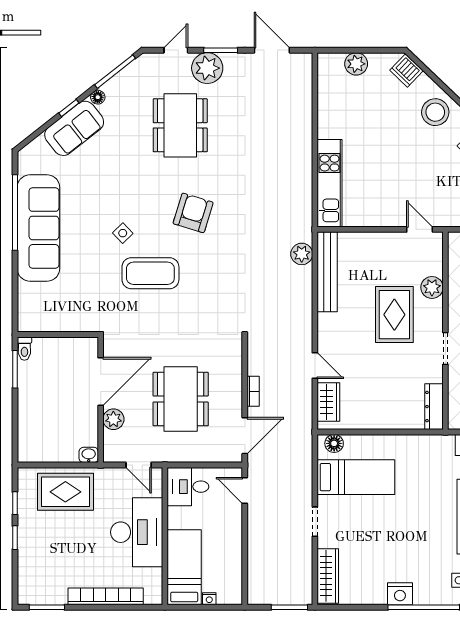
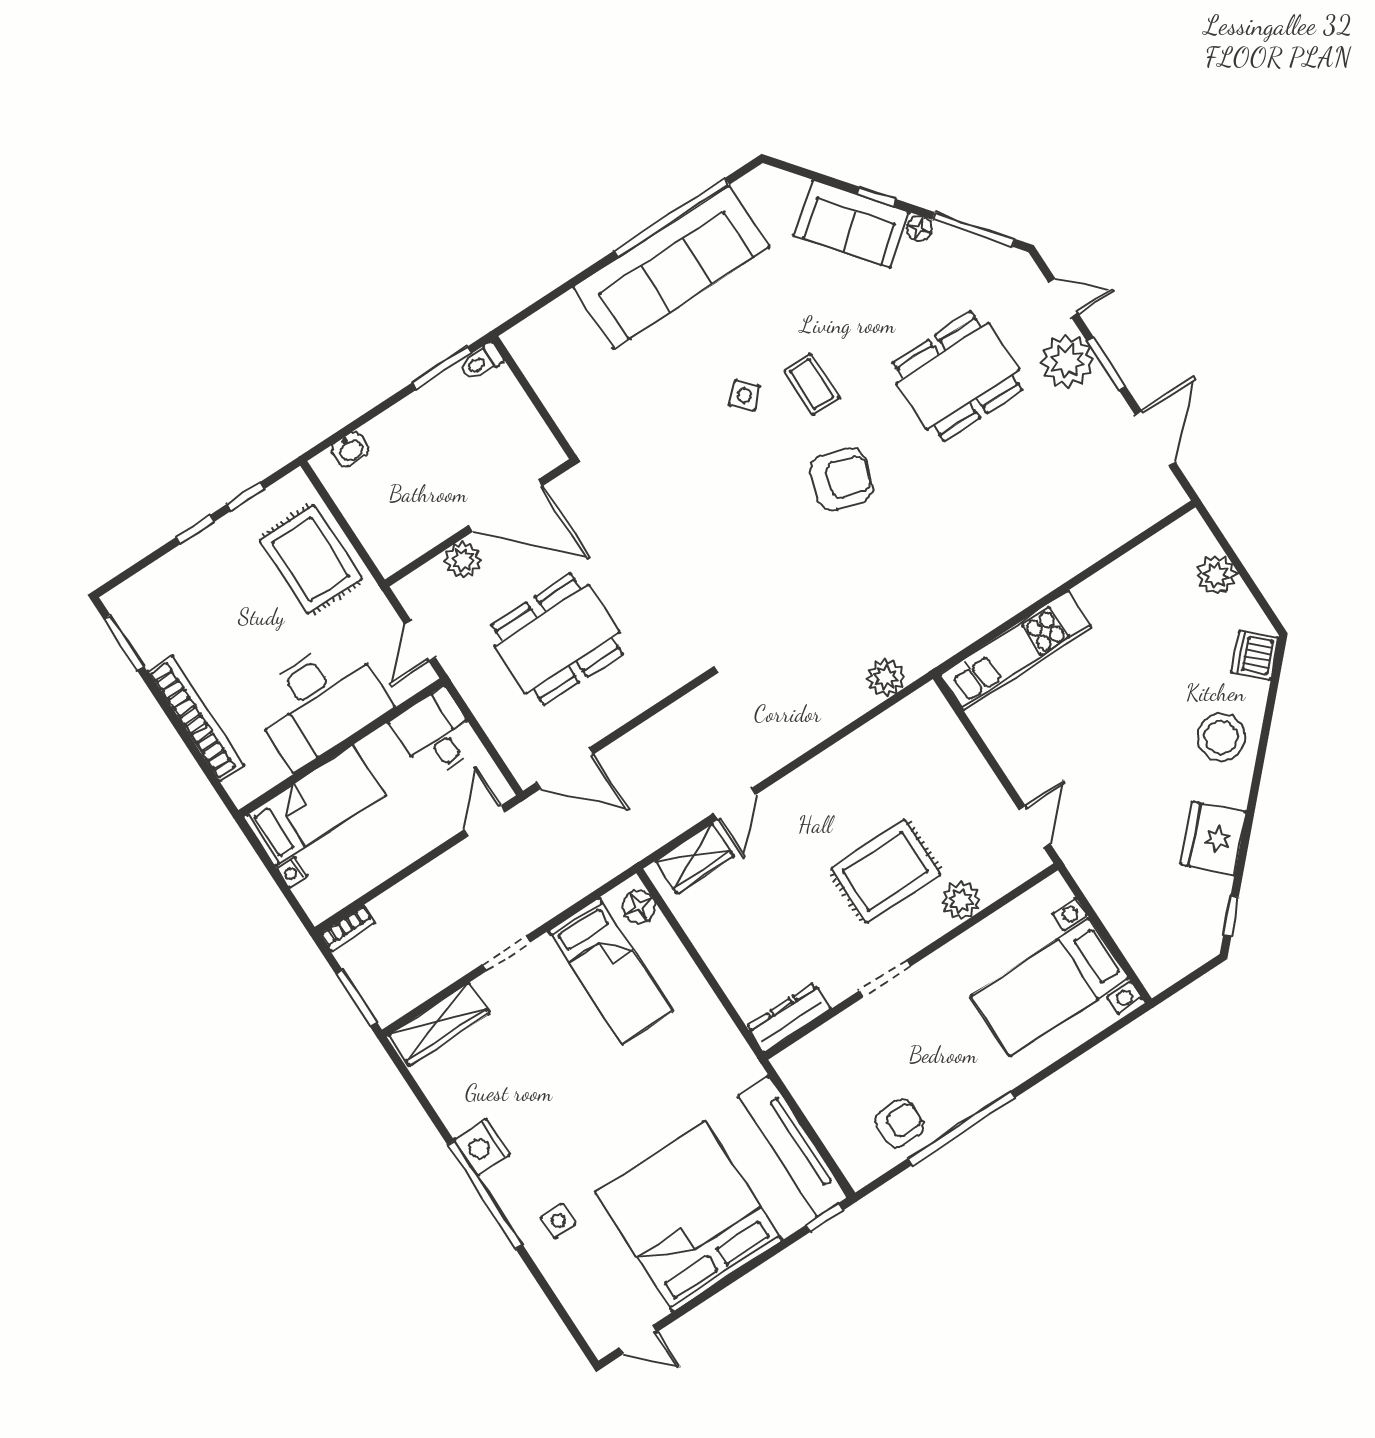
bench: (327, 272) -> (884, 732), removed
coffee table: (150, 273) -> (812, 384), moved, width x0.54, depth x0.58
bookcase: (253, 391) -> (347, 928), moved
washbasin: (89, 455) -> (350, 449), moved, turned 90

